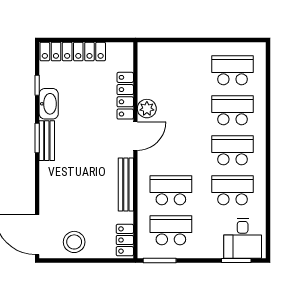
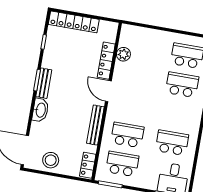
washbasin: (49, 104) -> (40, 110), moved
plant: (147, 109) -> (123, 54), moved
door: (135, 136) -> (108, 91), swing flipped
school desk: (233, 150) -> (177, 114), removed

